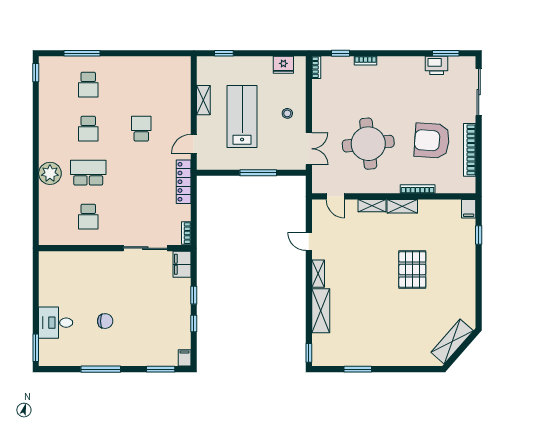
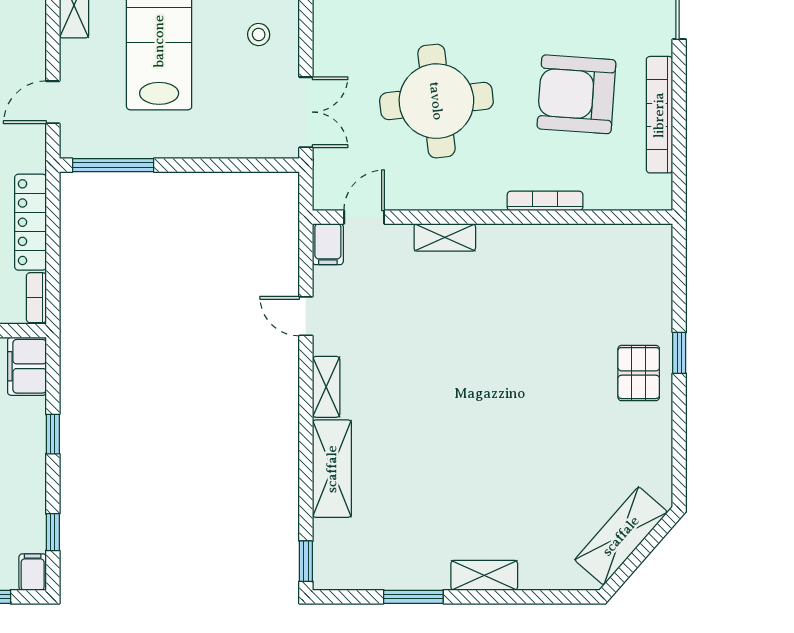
window: (258, 173) -> (113, 165), moved
locker: (184, 182) -> (30, 222), moved
door: (335, 196) -> (364, 217), swing flipped
shelving: (402, 206) -> (484, 575), moved
filing cabinet: (469, 209) -> (328, 244), moved
window: (479, 235) -> (679, 353), moved
pallet: (412, 269) -> (639, 373), moved, width x0.67, depth x0.71
window: (194, 323) -> (53, 532), moved

